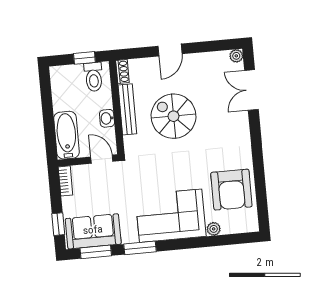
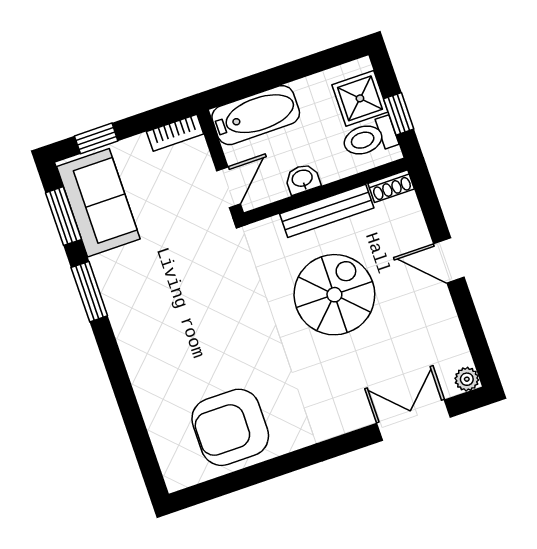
shower: (71, 77) -> (360, 98), added
corner sofa: (171, 216) -> (159, 332), removed
plant: (214, 229) -> (154, 413), removed

